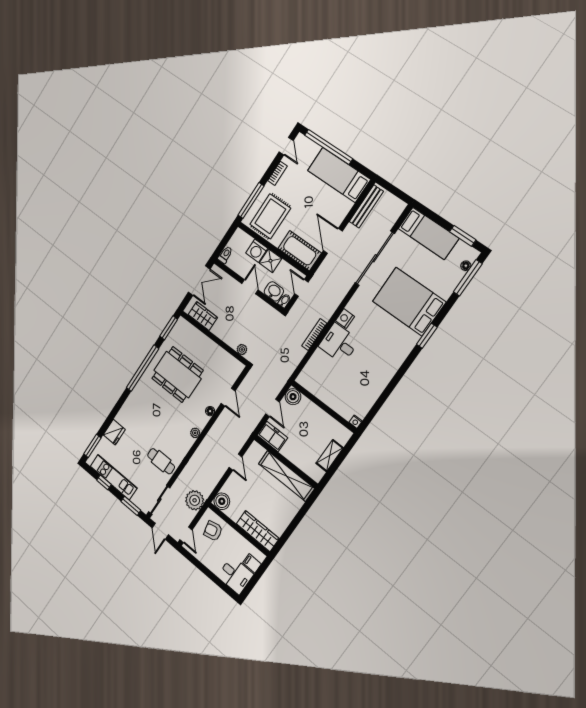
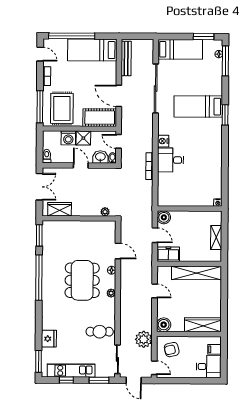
bed: (409, 302) -> (198, 107), width x0.67
dining table: (177, 374) -> (82, 280), moved, turned 90

